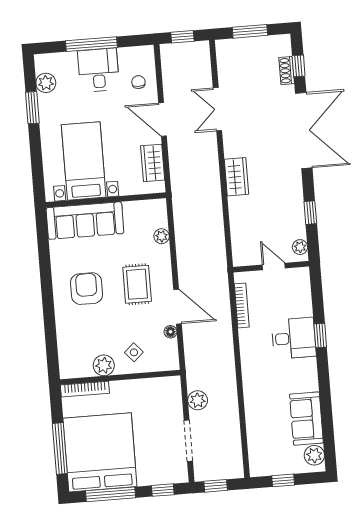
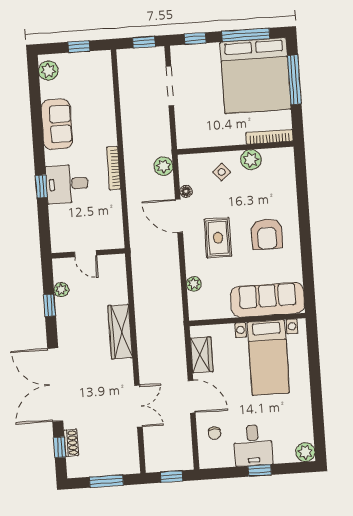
window: (91, 44) -> (260, 470), width x0.46
plant: (46, 83) -> (305, 452), moved
window: (32, 108) -> (317, 410), removed
wardrobe: (236, 177) -> (120, 332), width x1.50
plant: (300, 247) -> (61, 290), moved
bookcase: (242, 305) -> (114, 168), moved
plant: (198, 400) -> (163, 166), moved
sofa: (306, 419) -> (57, 124), moved

